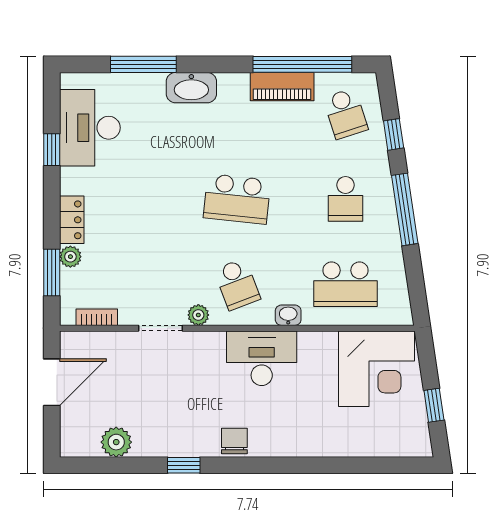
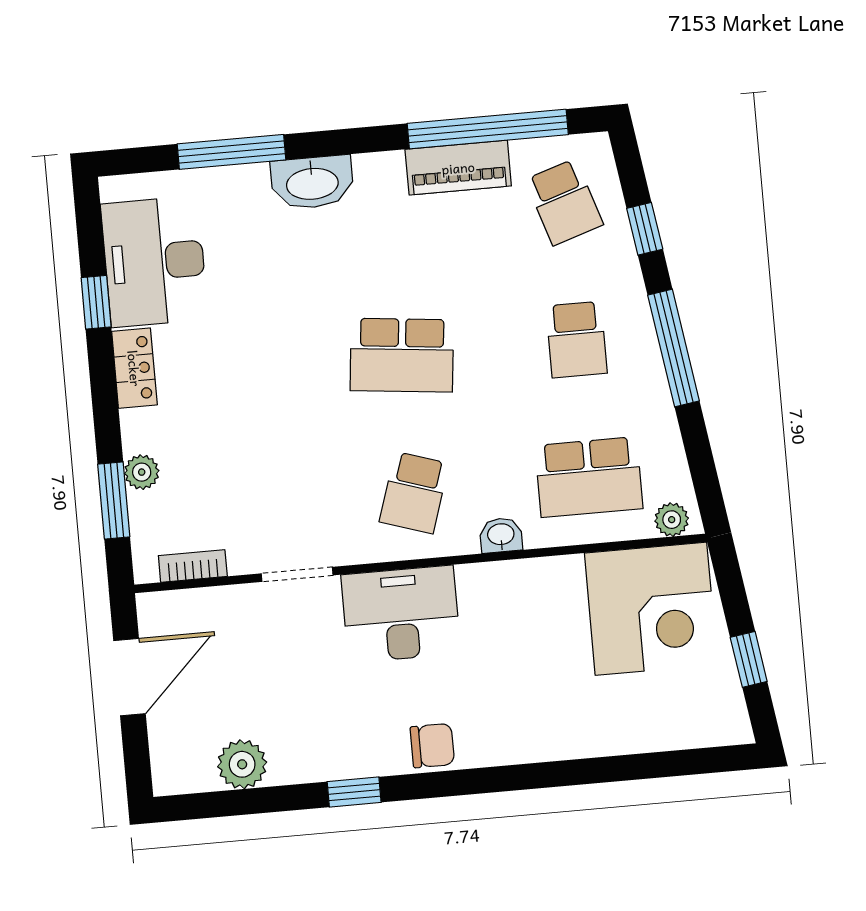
locker: (72, 220) -> (134, 368), moved
school desk: (237, 284) -> (414, 493), turned 39
plant: (198, 315) -> (672, 520), moved
desk: (262, 358) -> (401, 614), moved
chair: (234, 441) -> (432, 746), turned 90

